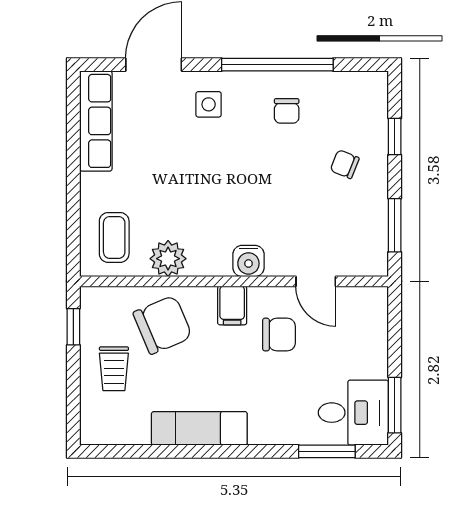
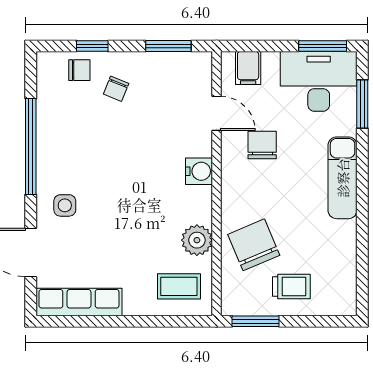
chair: (287, 111) -> (79, 70), moved
door: (316, 281) -> (216, 113), hinge flipped
filing cabinet: (232, 305) -> (248, 68), moved, turned 90
window: (73, 327) -> (255, 321), width x1.50
desk: (353, 413) -> (319, 81), width x1.37
exam couch: (199, 428) -> (343, 178), moved

